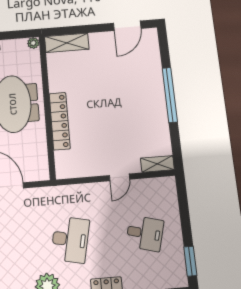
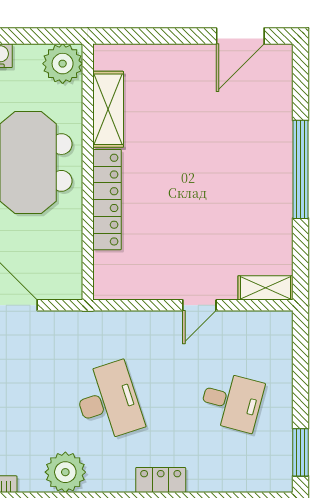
plant: (33, 43) -> (63, 64), width x1.88, depth x1.88
shelving: (67, 43) -> (108, 109), moved, turned 90
desk: (70, 240) -> (108, 401), turned -30

